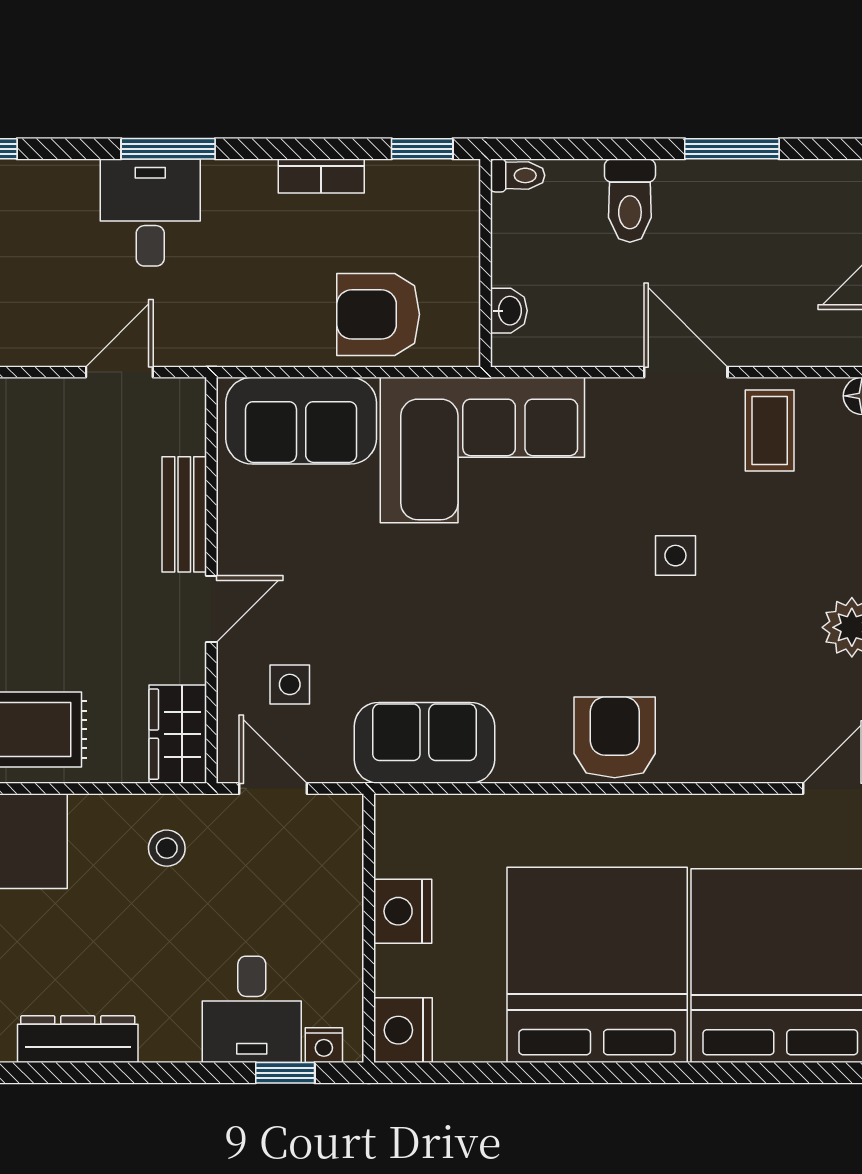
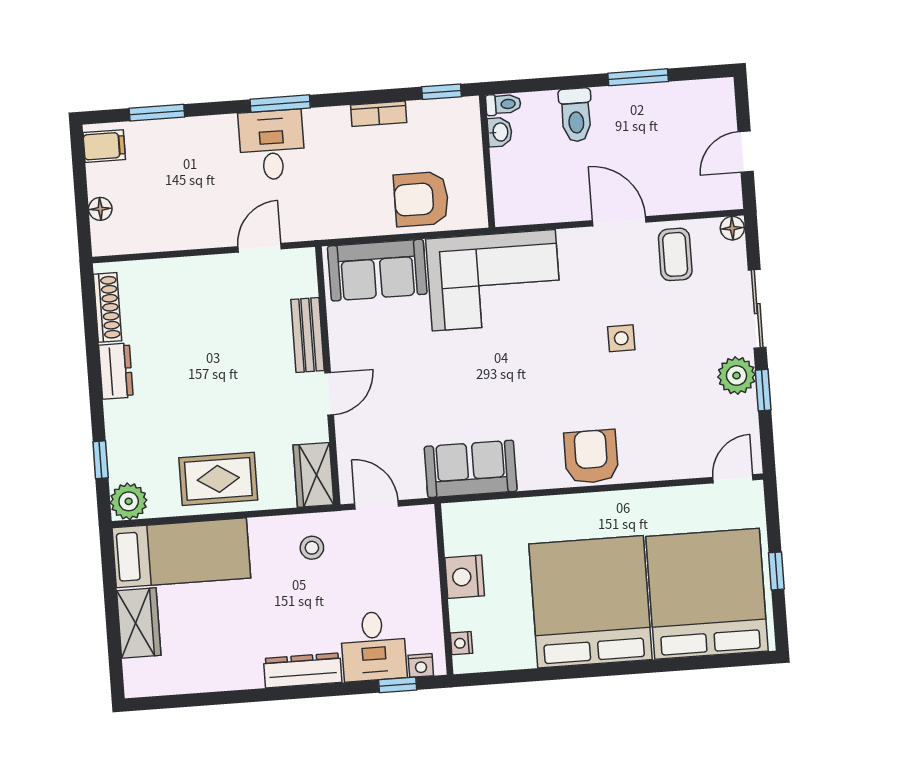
washbasin: (509, 311) -> (500, 132), moved
side table: (290, 684) -> (382, 438), removed
nightstand: (403, 1030) -> (461, 643), width x0.53, depth x0.56
dresser: (78, 1039) -> (303, 670), moved

